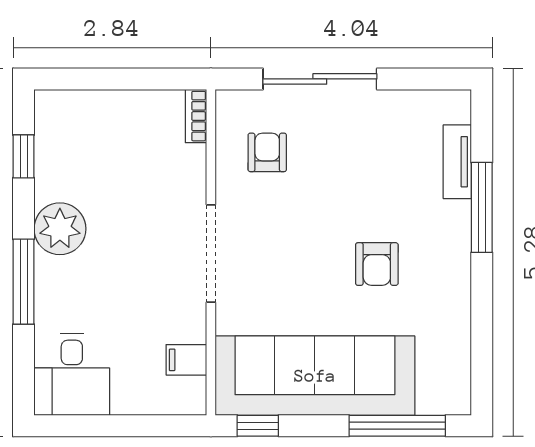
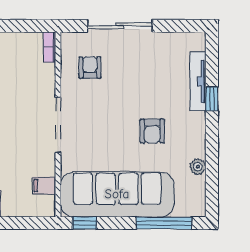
tv unit: (457, 162) -> (198, 81), width x1.41
window: (482, 207) -> (212, 99), width x0.46
plant: (457, 327) -> (198, 167), added

